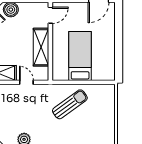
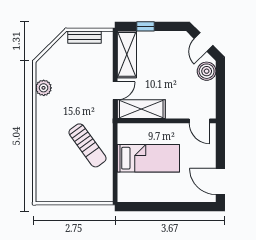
shelving: (41, 47) -> (141, 109), moved

